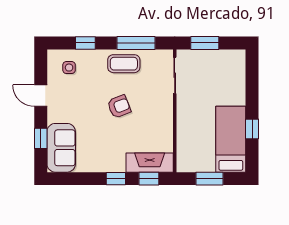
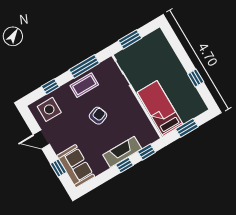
side table: (69, 68) -> (49, 109), width x1.87, depth x1.87
bed: (231, 139) -> (160, 108), moved
fireplace: (150, 163) -> (122, 152), moved

